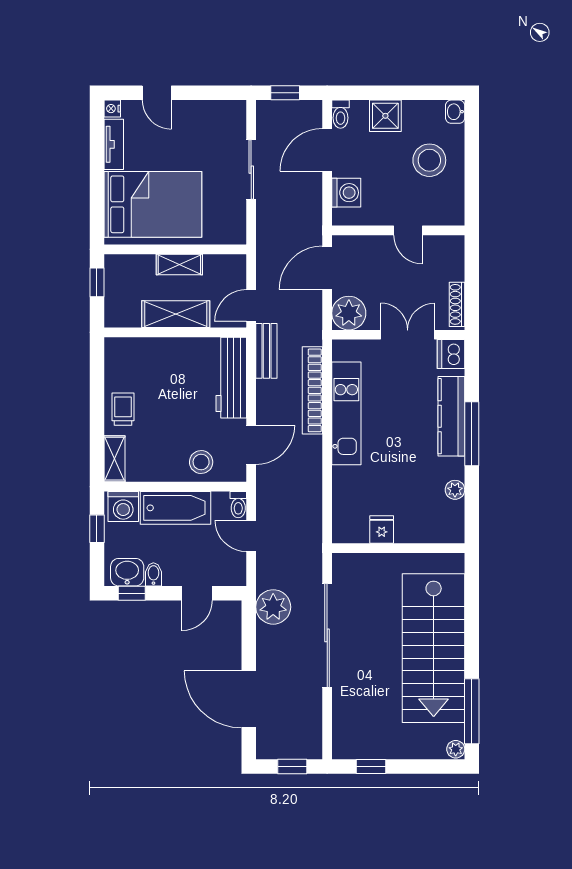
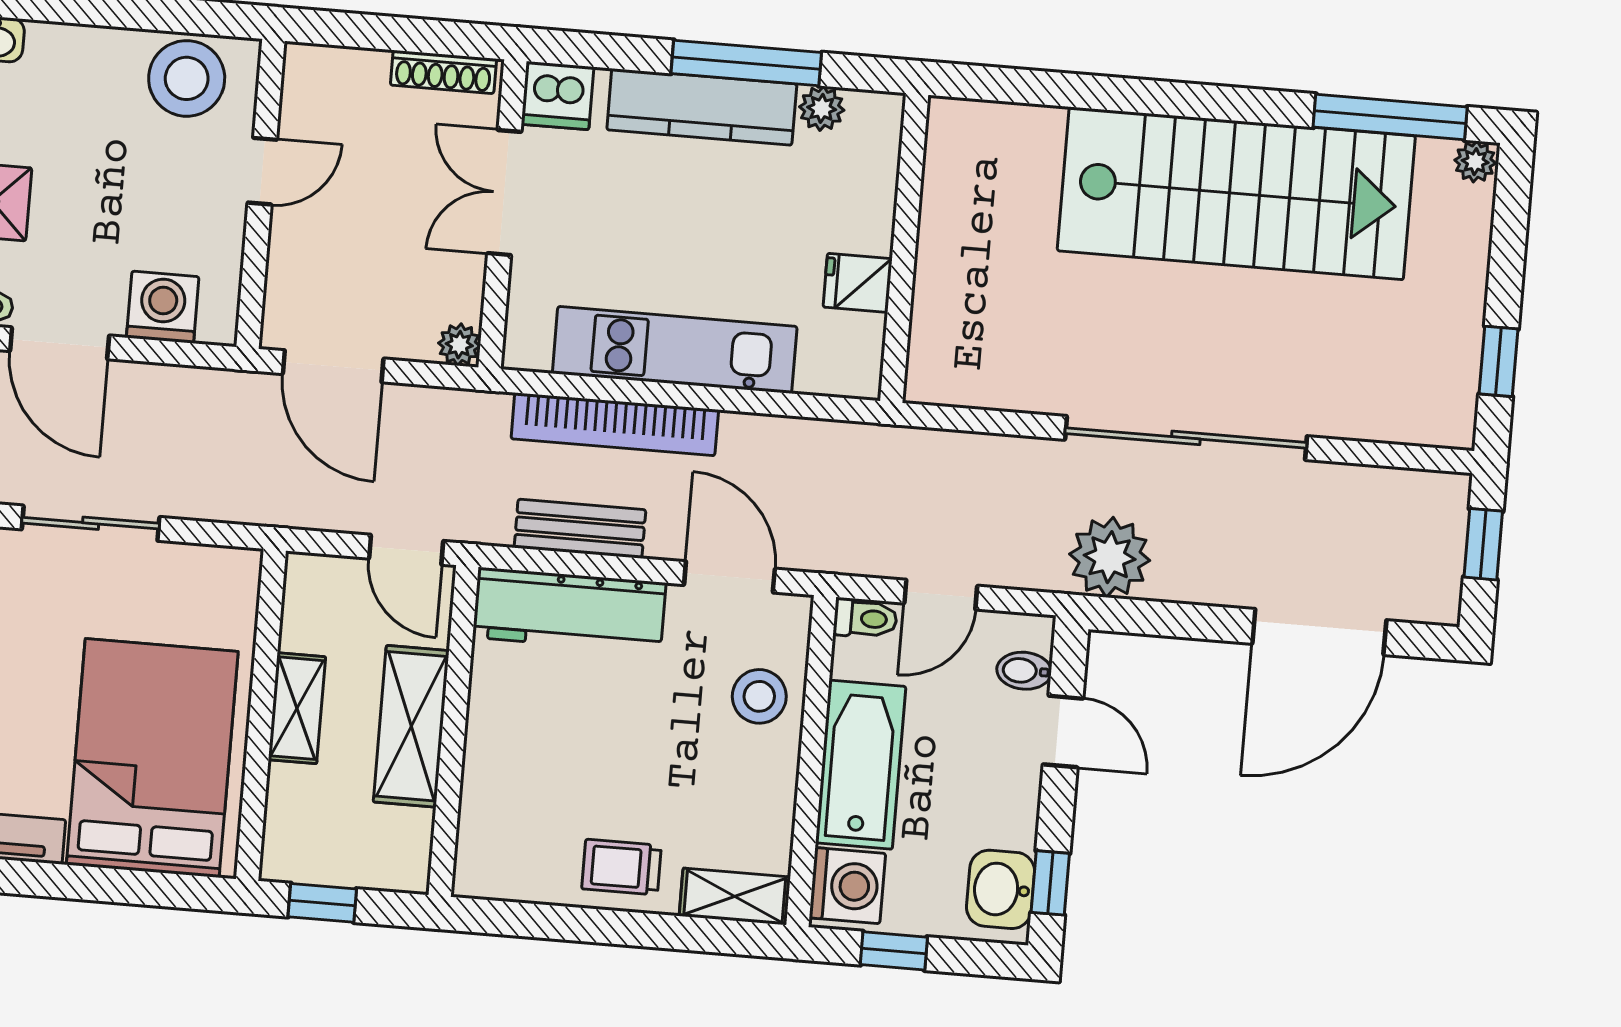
stool: (429, 160) -> (187, 78), moved
plant: (349, 313) -> (459, 345), width x0.53, depth x0.53
bench: (266, 351) -> (580, 529), moved
plant: (455, 490) -> (822, 108), moved
fridge: (382, 530) -> (858, 283), moved
wall: (398, 548) -> (904, 248), moved
bidet: (153, 574) -> (1024, 671), moved

